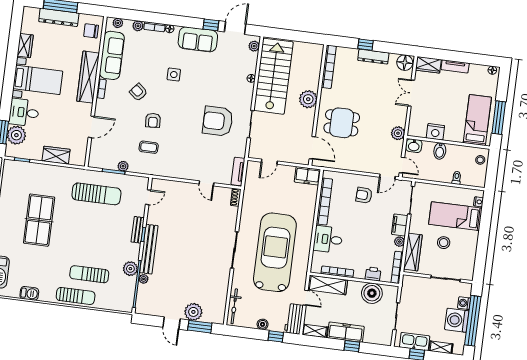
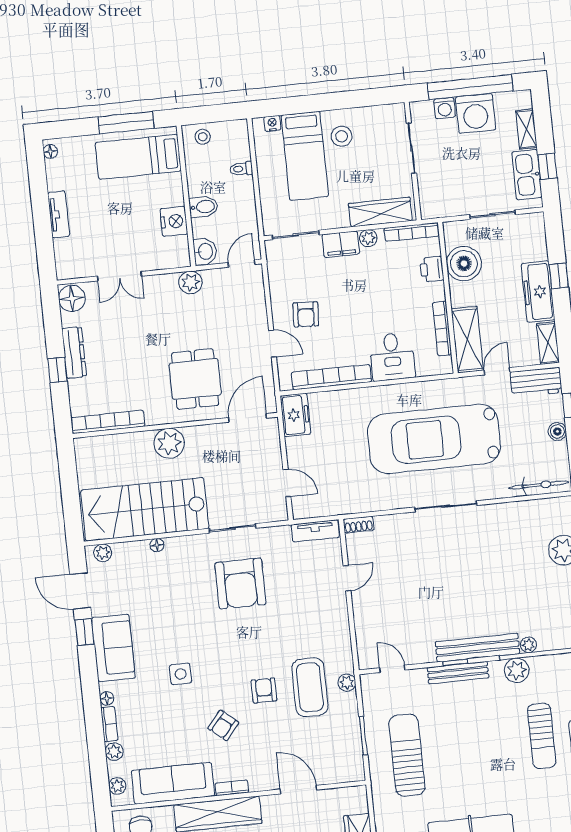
wardrobe: (428, 65) -> (66, 259), removed
armchair: (153, 120) -> (264, 691), turned -86
coffee table: (149, 147) -> (310, 687), width x1.86, depth x1.72
plant: (123, 166) -> (347, 683), moved
door: (387, 177) -> (273, 344), moved
bench: (138, 230) -> (458, 673), width x1.36
stool: (444, 243) -> (342, 136), moved

